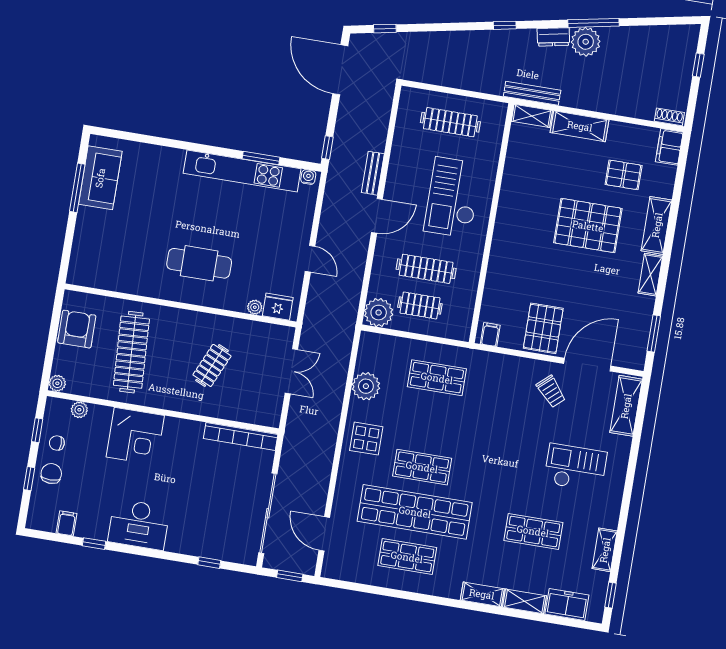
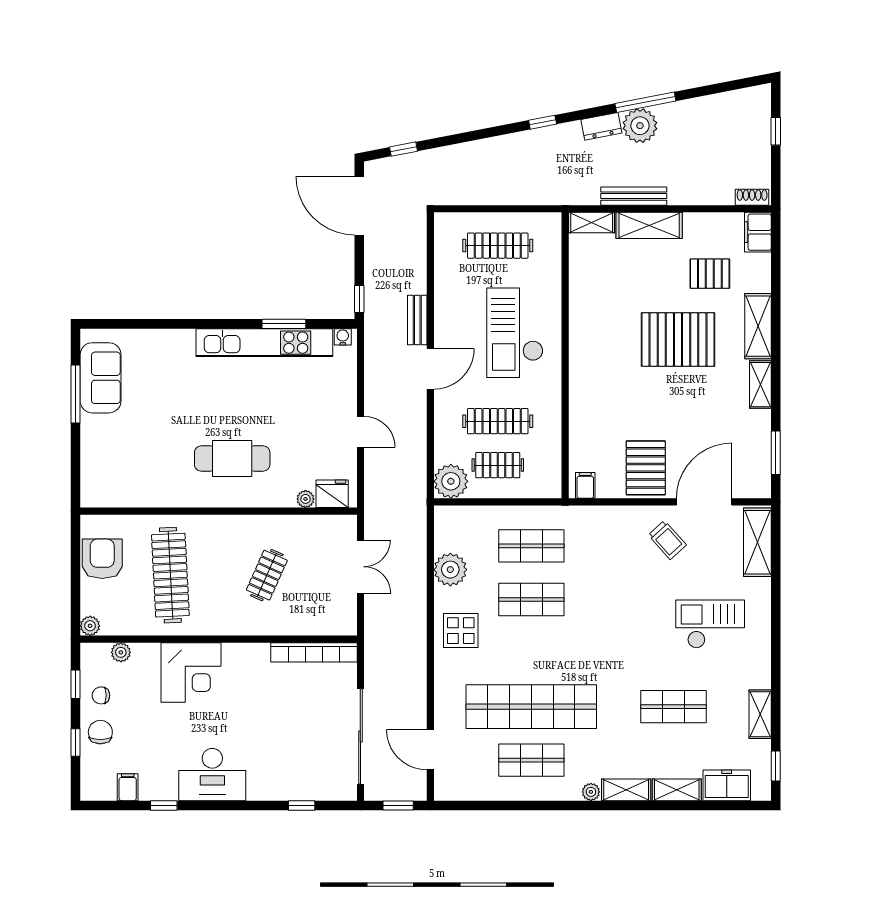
bench: (532, 93) -> (634, 196), moved
shop shelf: (422, 467) -> (531, 599), moved
plant: (453, 591) -> (591, 792), added

